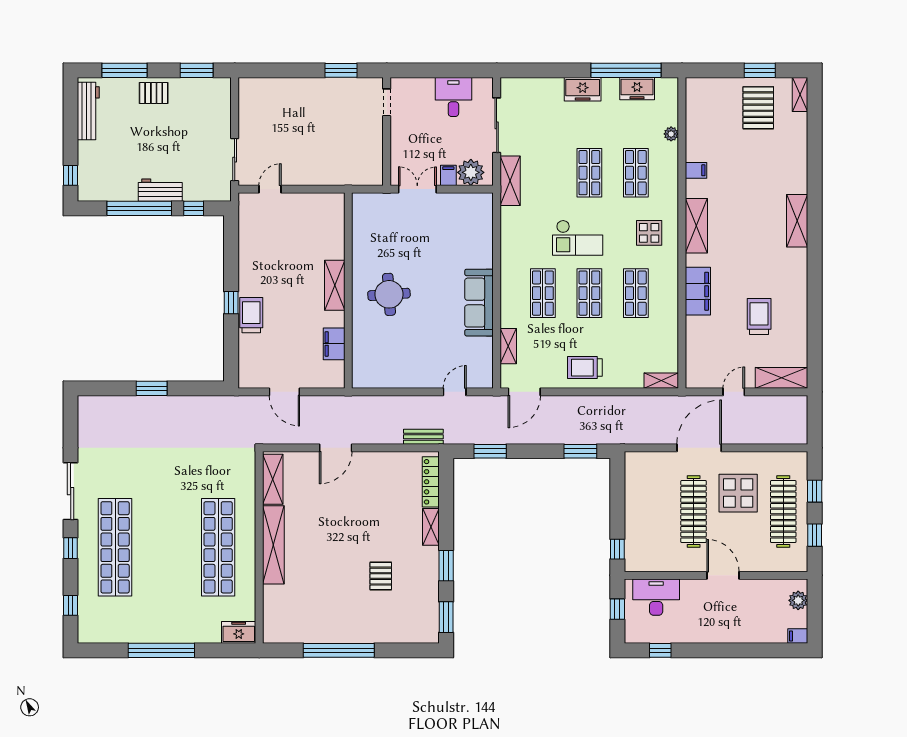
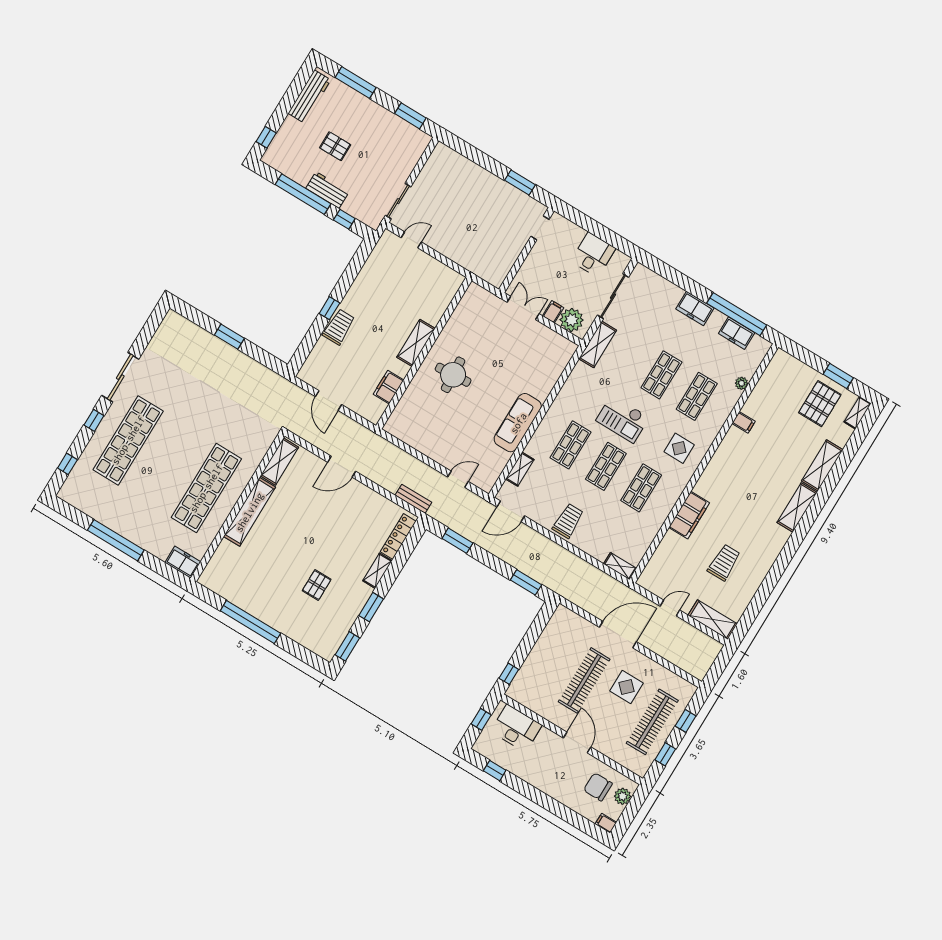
pallet: (154, 93) -> (335, 146), moved
shelving: (696, 226) -> (822, 465), moved
trolley: (585, 368) -> (568, 521), turned 90
display table: (738, 493) -> (627, 687), width x0.73, depth x0.73
chair: (769, 606) -> (598, 787), added

